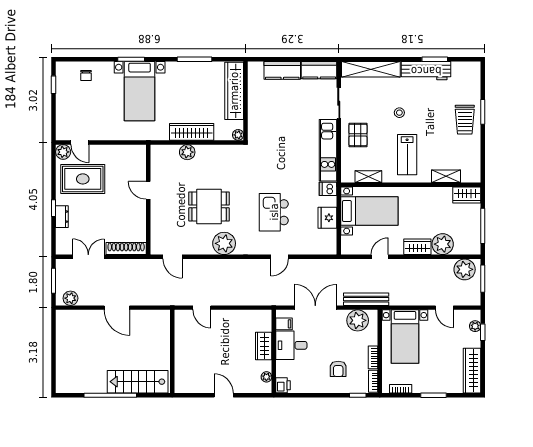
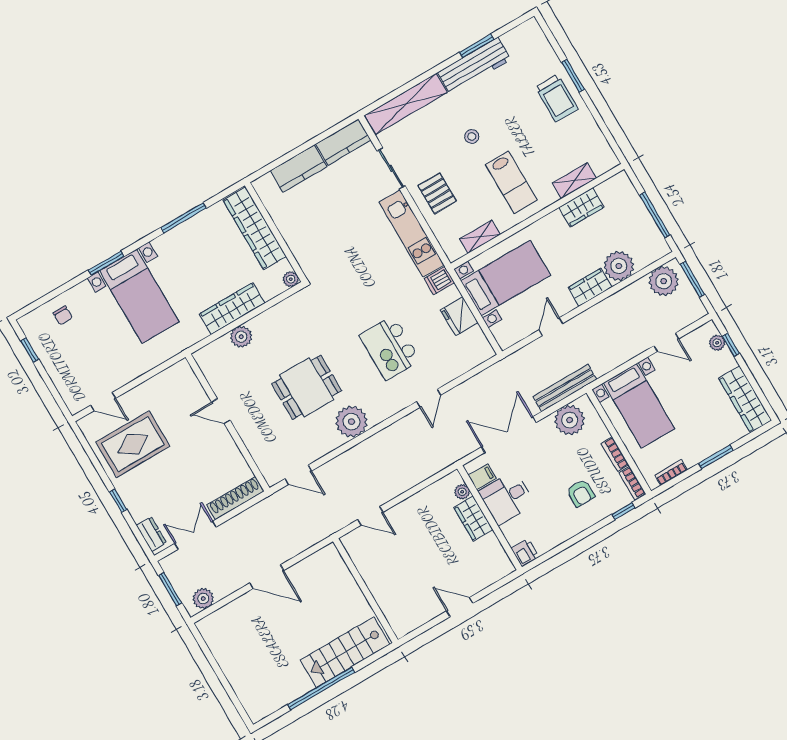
plant: (63, 152) -> (90, 425), removed
wardrobe: (467, 195) -> (581, 207), moved
dresser: (62, 217) -> (151, 534), moved
plant: (266, 377) -> (462, 492), moved

